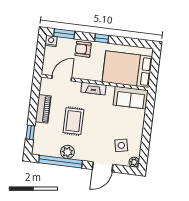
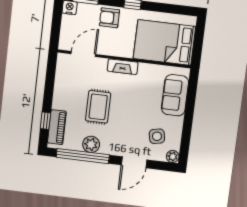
sofa: (131, 98) -> (175, 95), moved, turned 90
piano: (43, 109) -> (57, 127), moved

